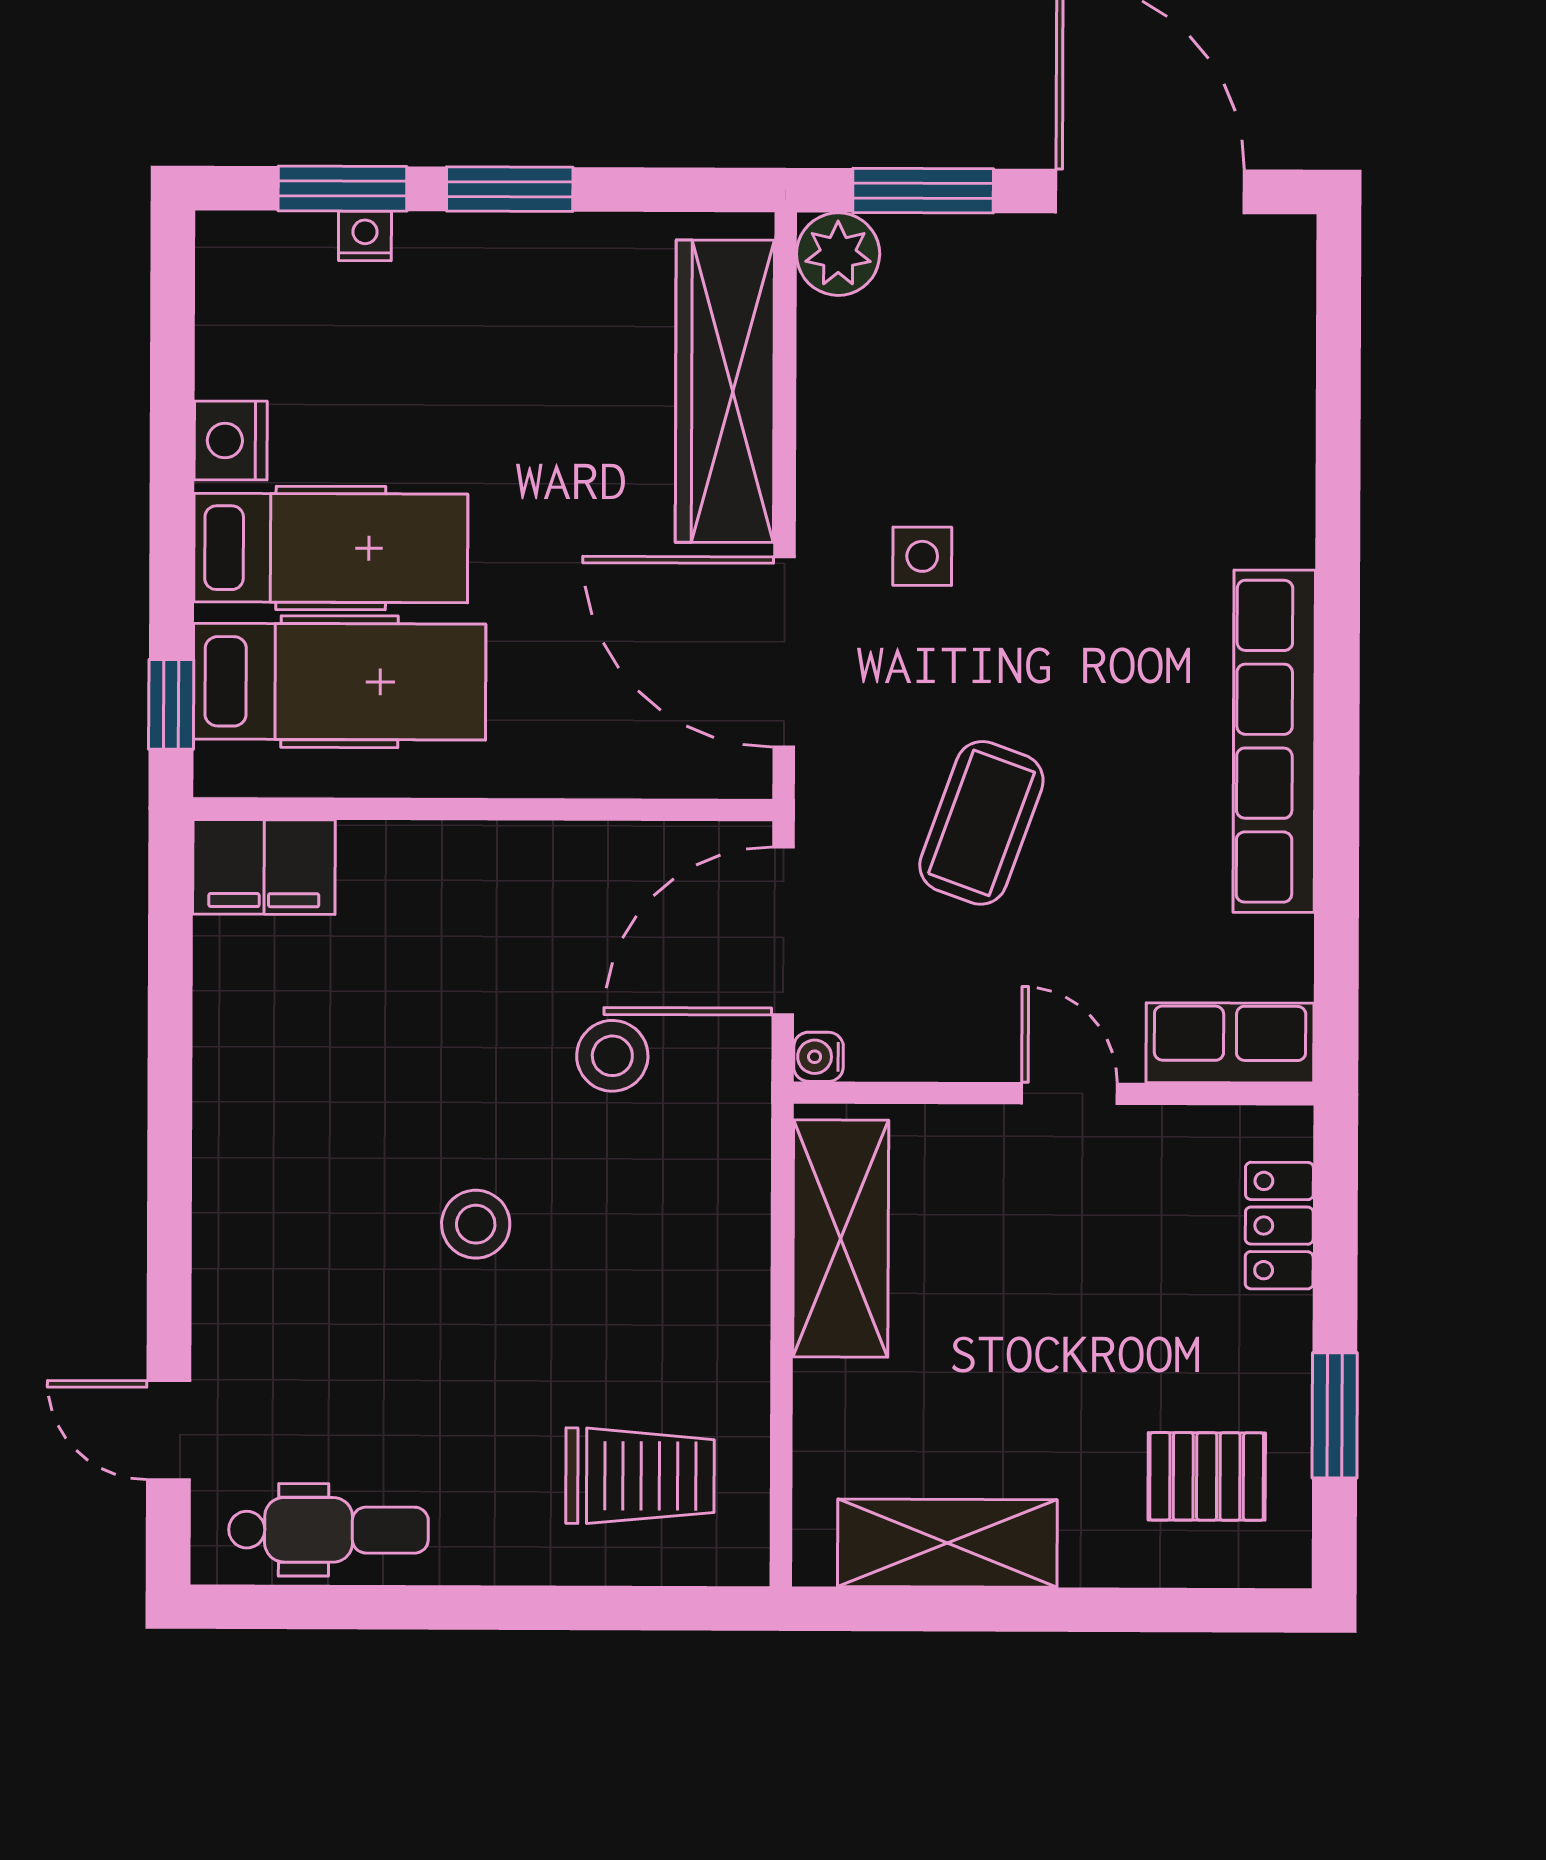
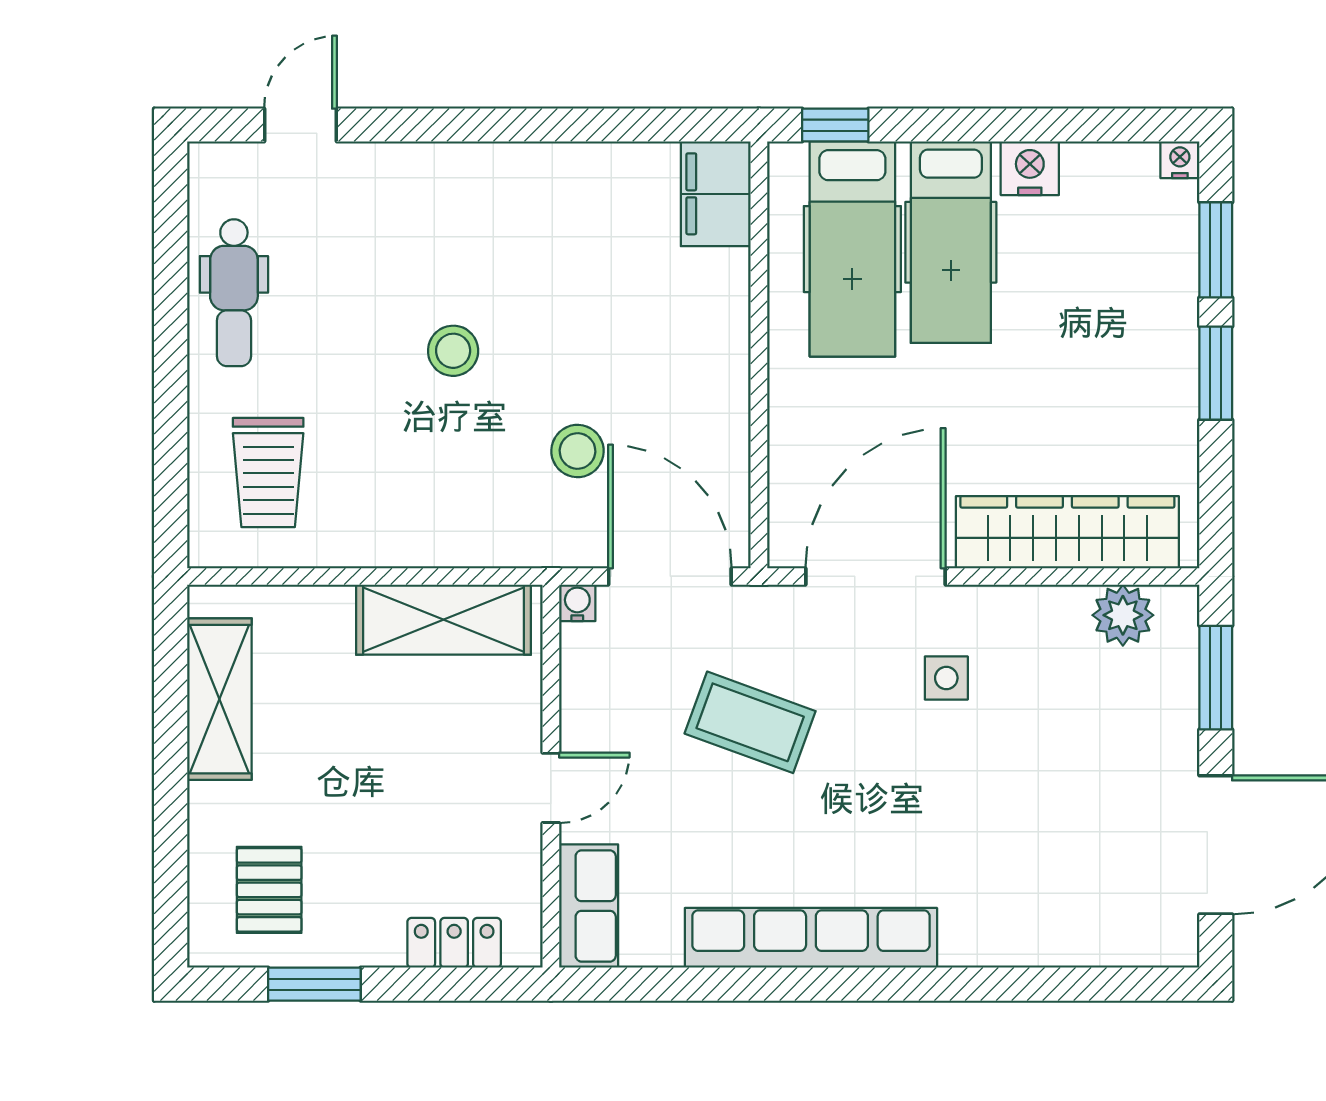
nightstand: (365, 236) -> (1180, 160), moved, turned -90
plant: (838, 254) -> (1123, 615), moved
dental chair: (328, 1530) -> (234, 293), moved

